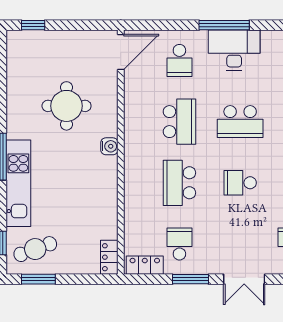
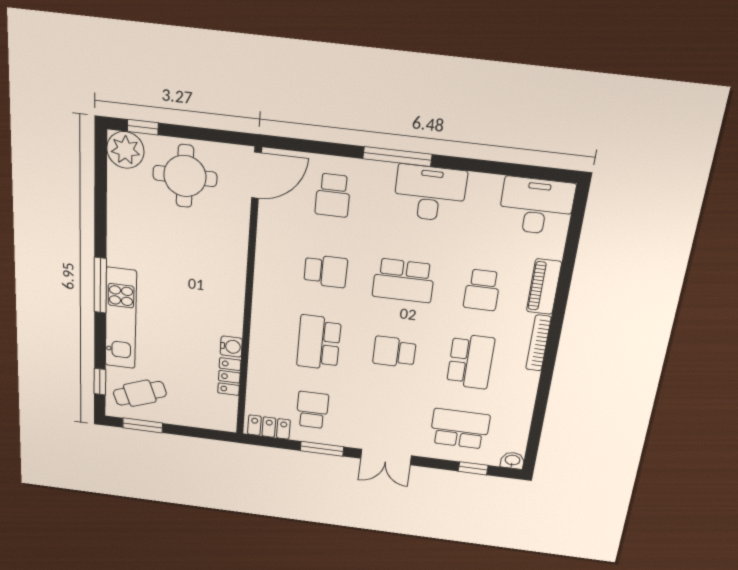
plant: (20, 44) -> (125, 150), added
desk: (234, 50) -> (430, 193), moved
round table: (67, 106) -> (185, 176), moved
school desk: (179, 122) -> (326, 271), width x0.54
water cooler: (109, 146) -> (231, 347), moved
locker: (109, 257) -> (229, 377), moved

